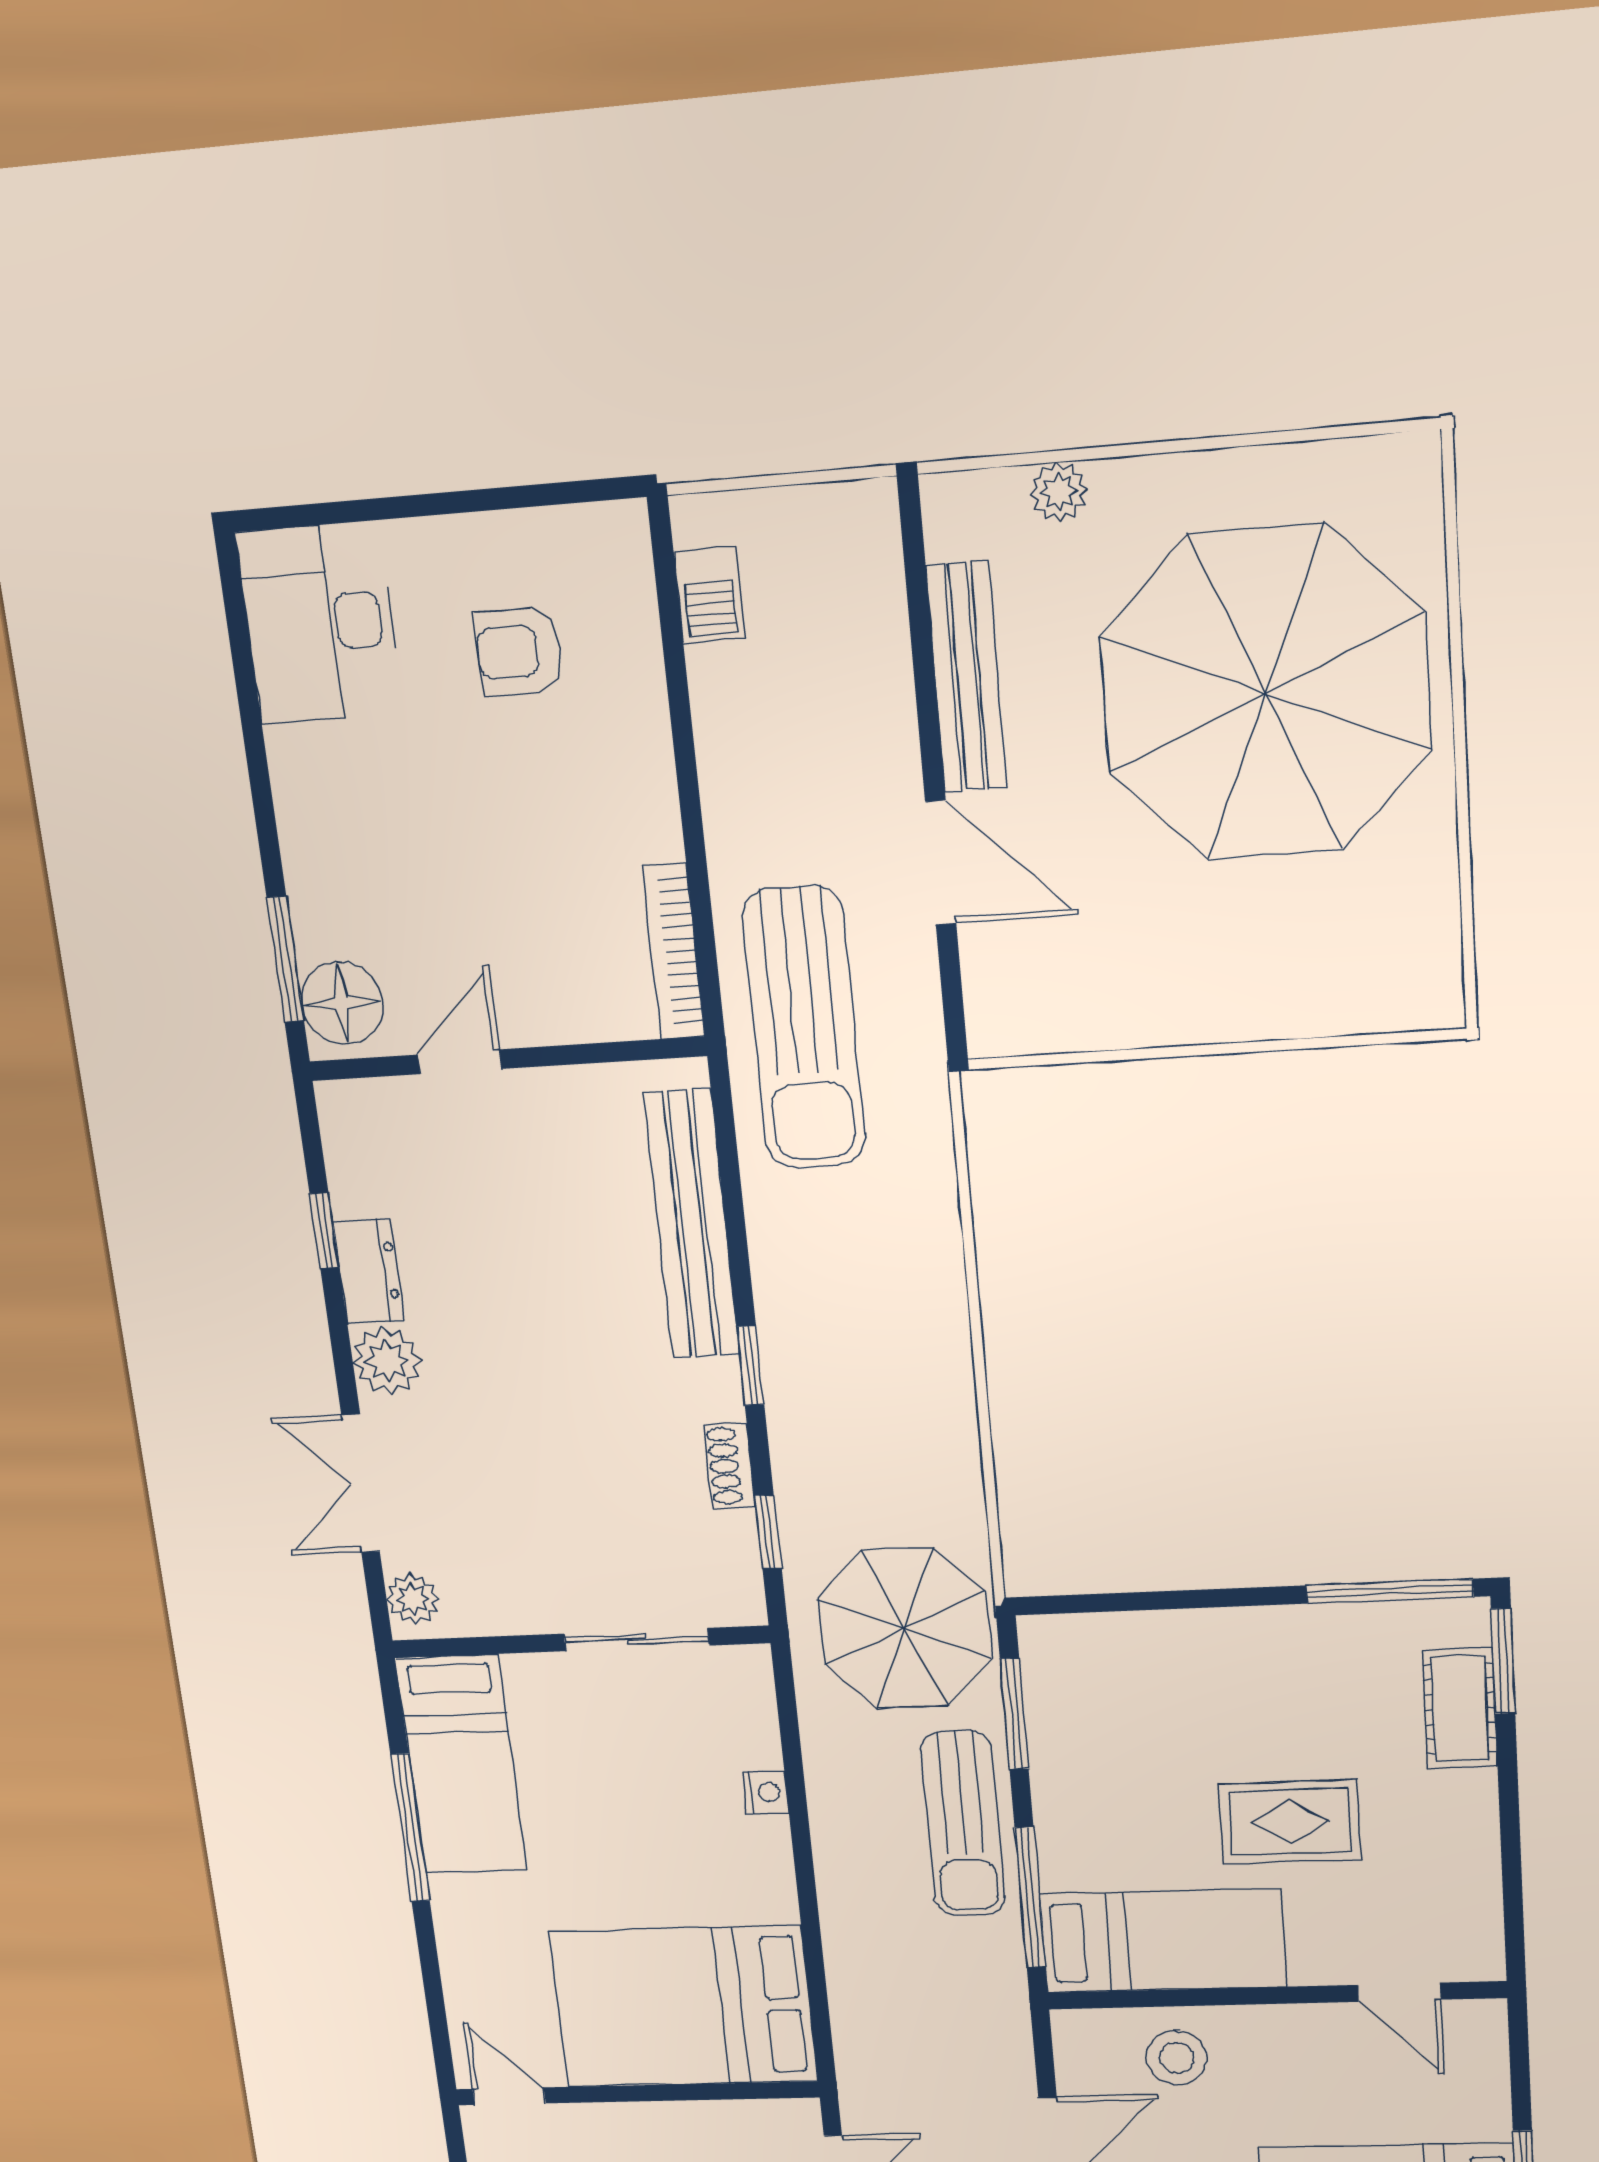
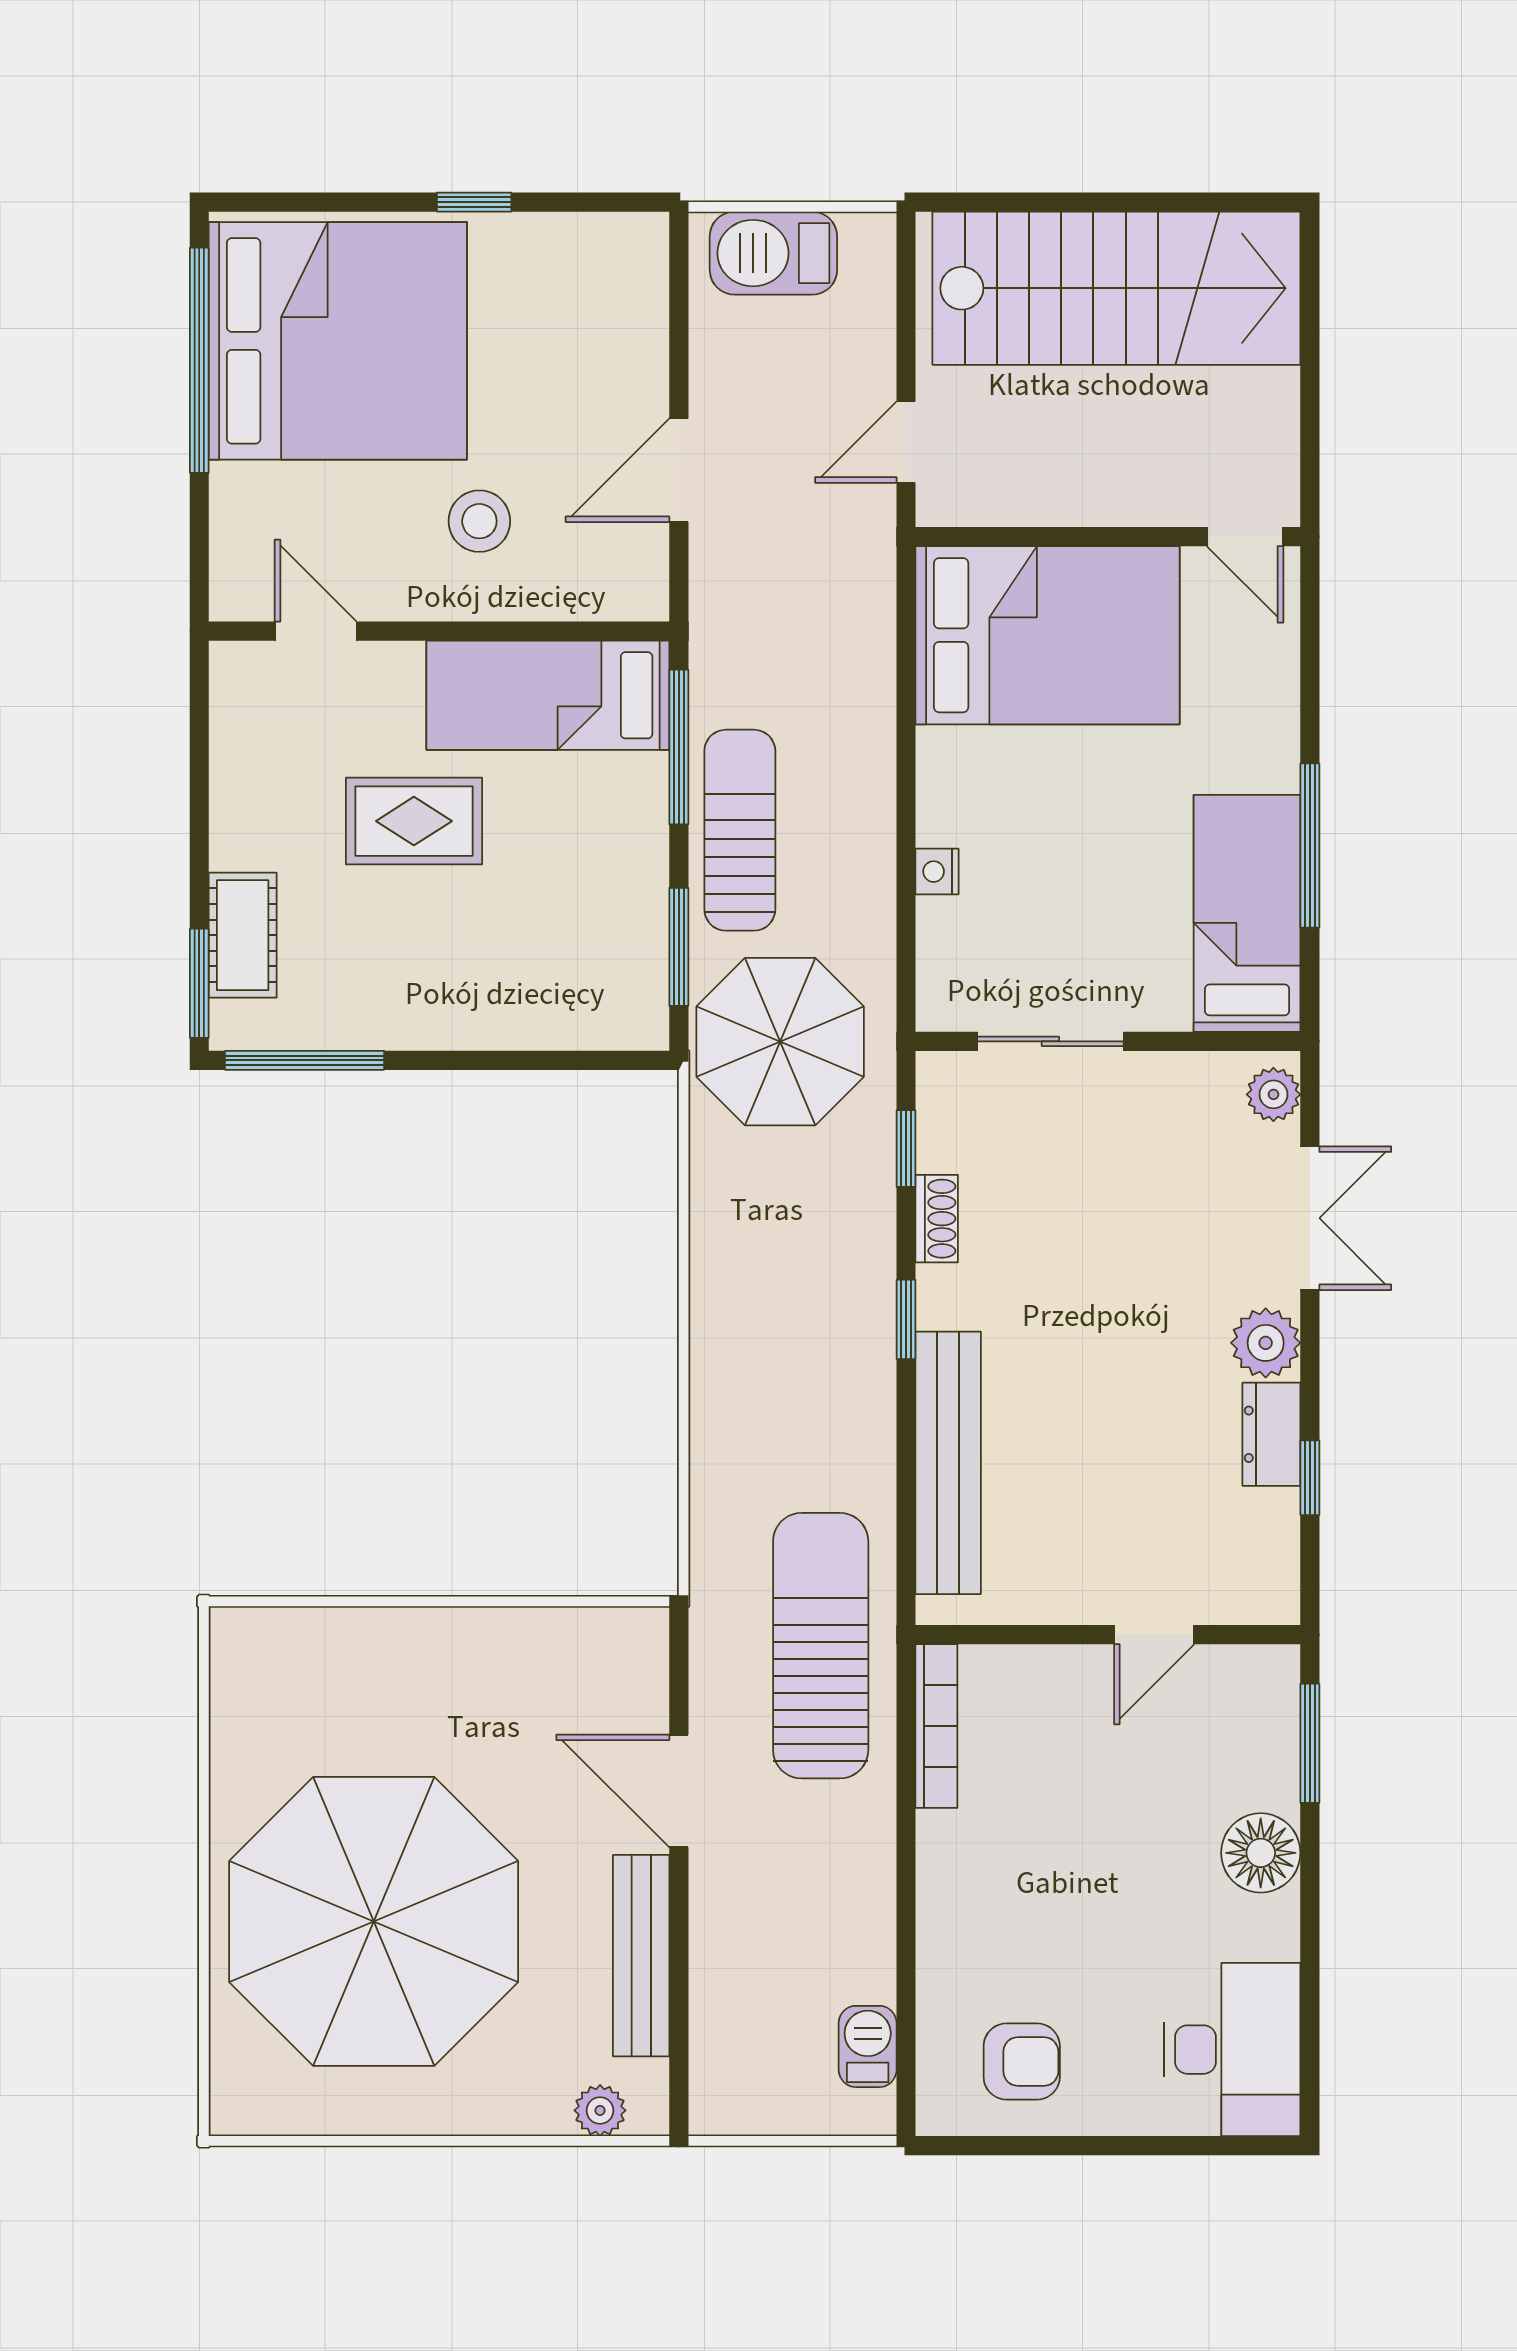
plant: (1059, 492) -> (600, 2110), moved
armchair: (519, 651) -> (1022, 2061), moved
floor lamp: (342, 1003) -> (1261, 1853), moved
stool: (1176, 2058) -> (479, 521), moved

